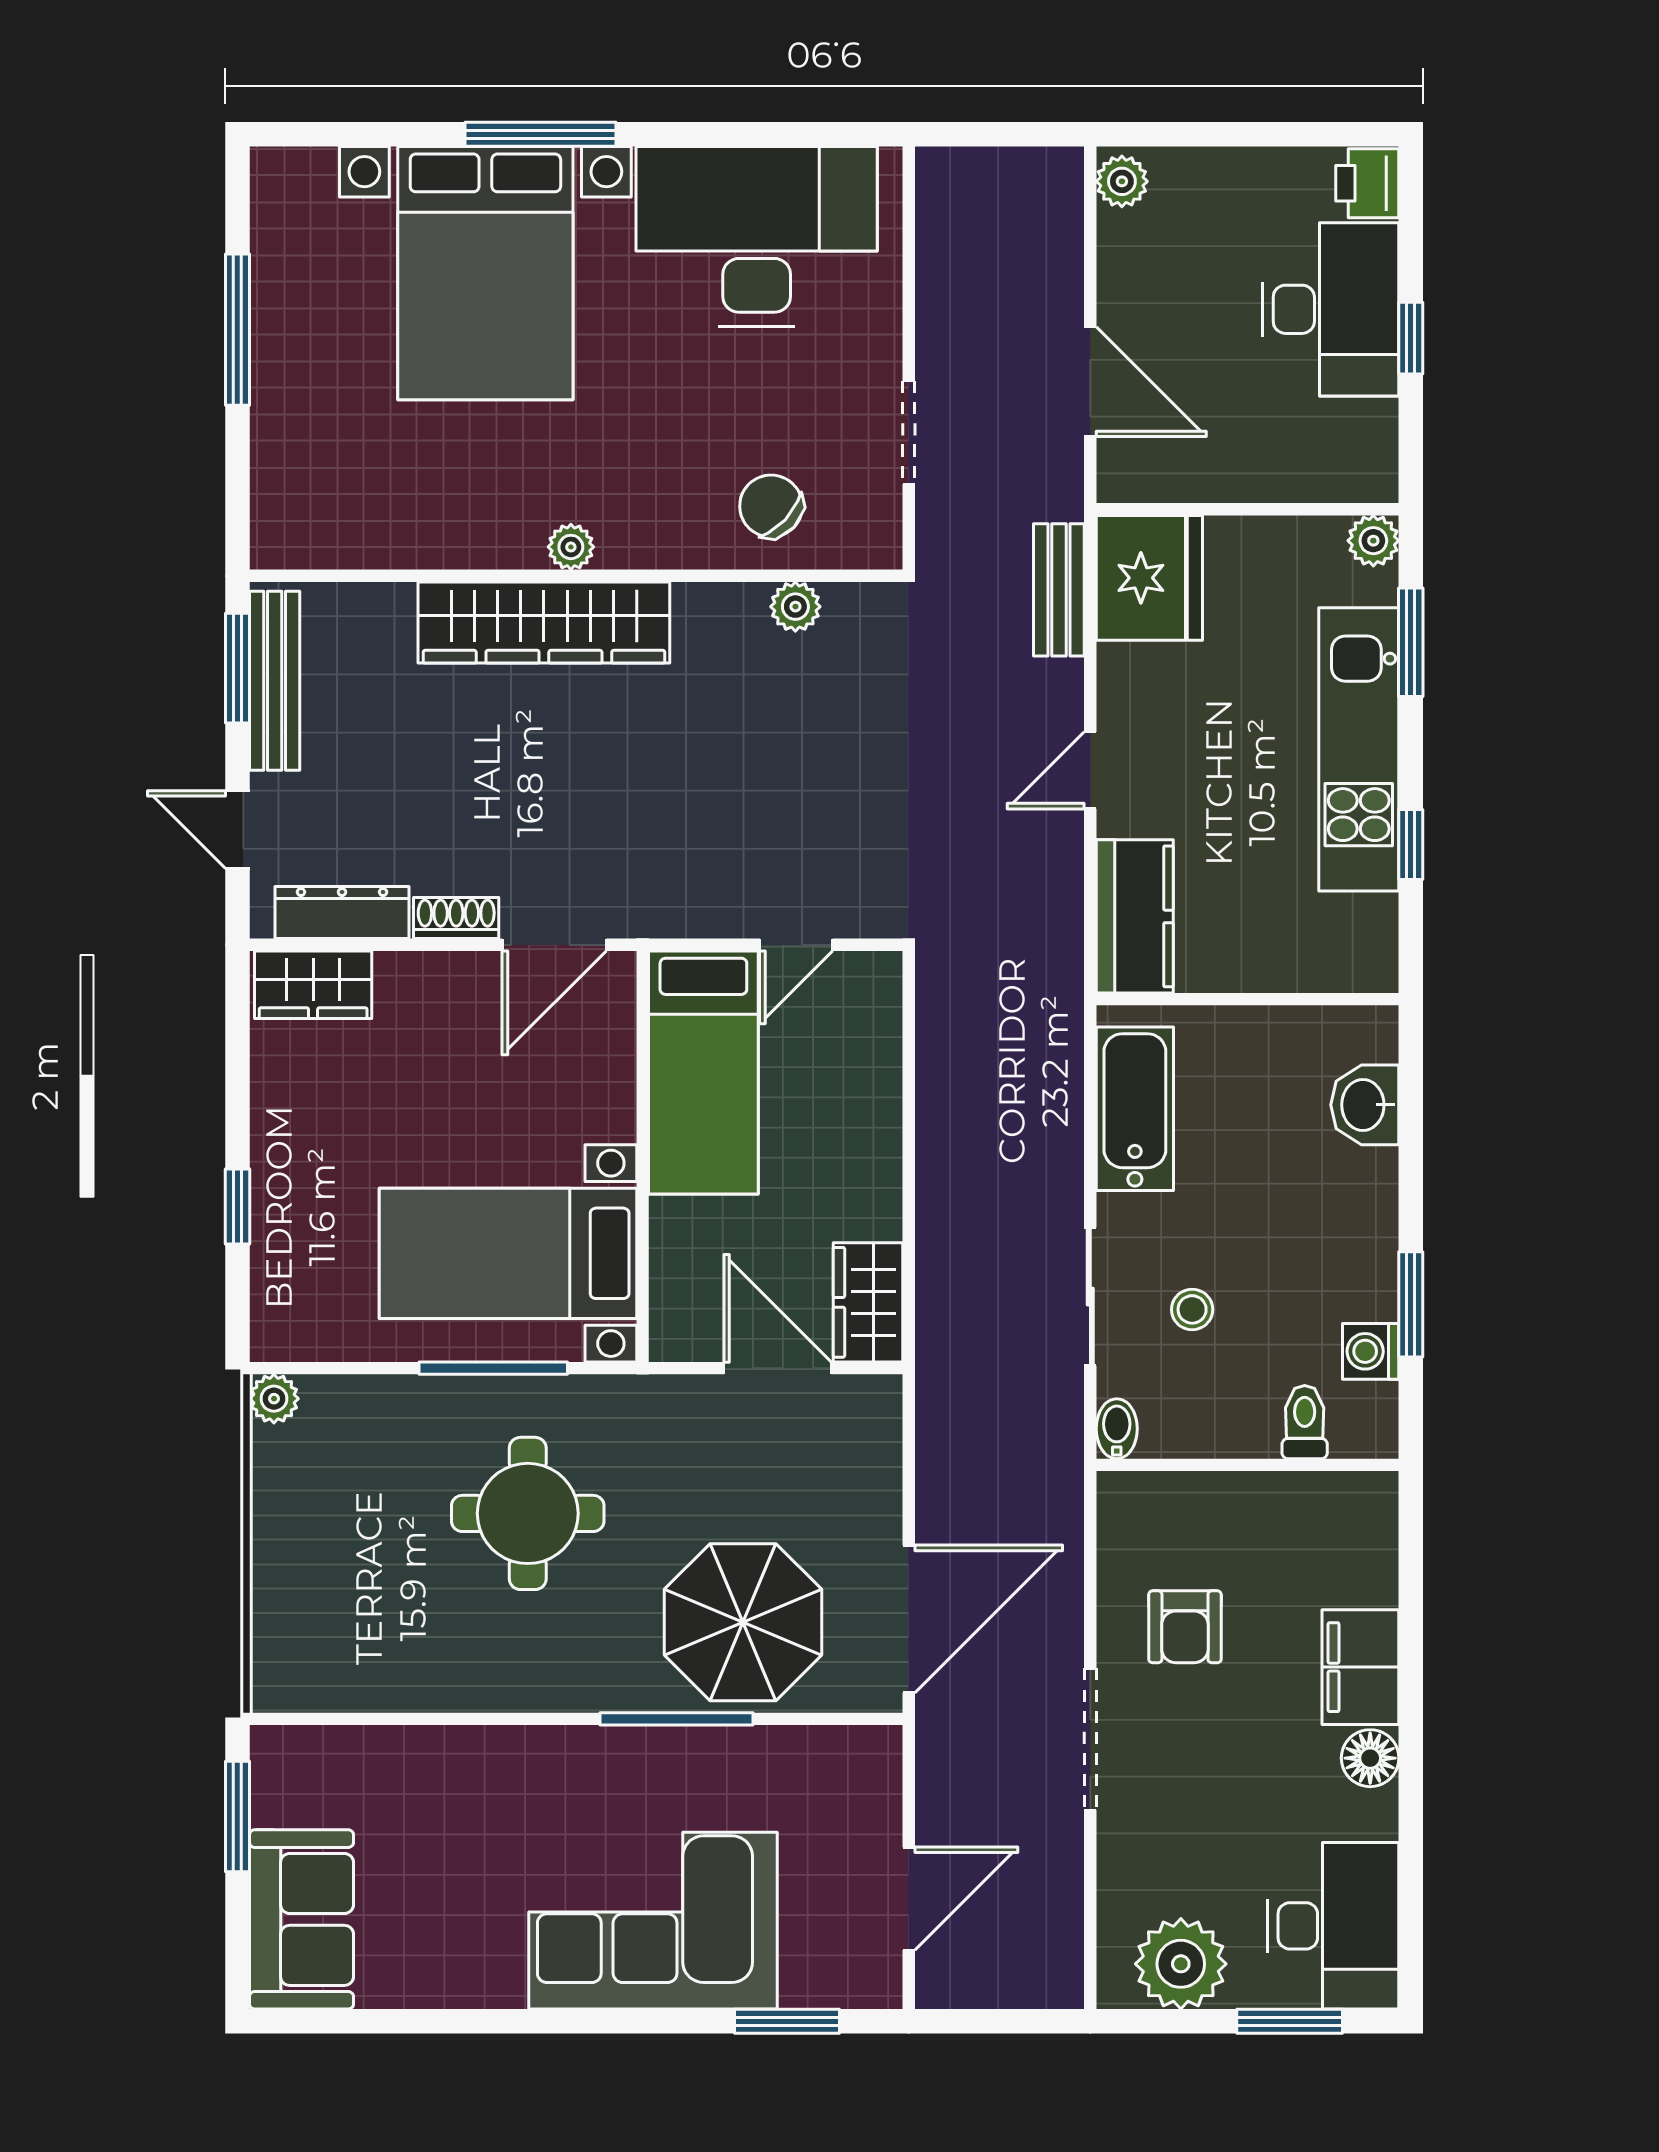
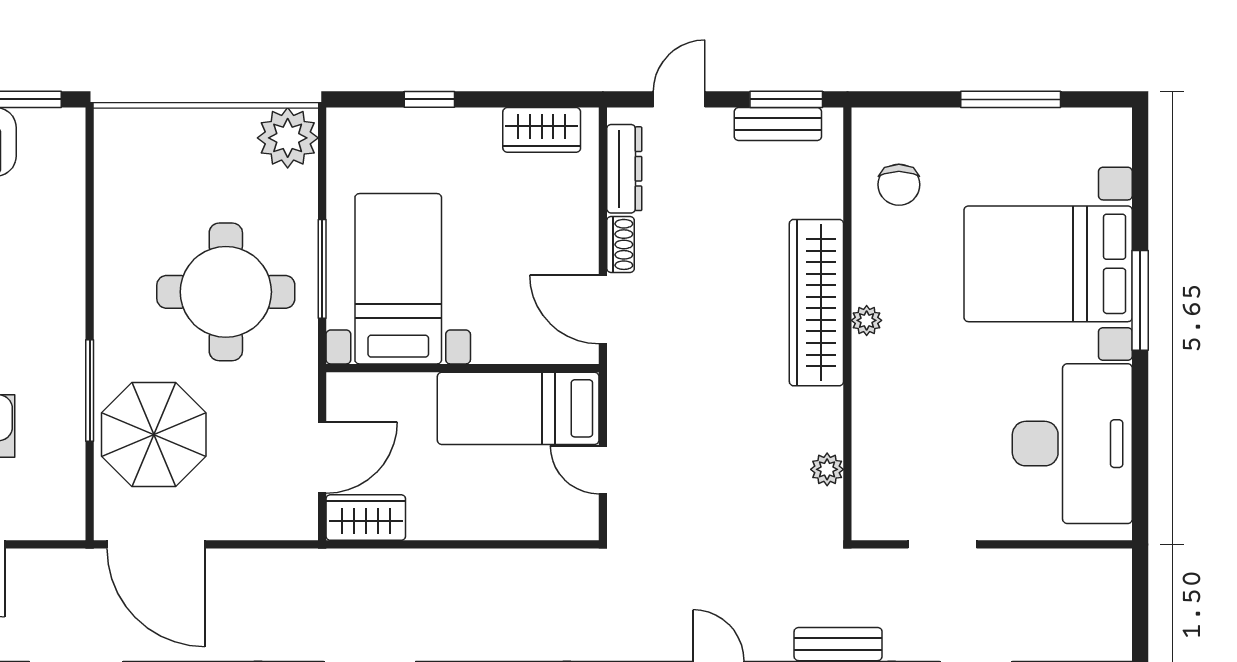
chair: (771, 506) -> (899, 185), moved, turned 137
bench: (275, 681) -> (778, 124), width x0.73
wardrobe: (313, 985) -> (542, 130), moved, turned -90
plant: (274, 1399) -> (288, 138), width x1.87, depth x1.87
round table: (528, 1513) -> (226, 292), width x1.36, depth x1.36

